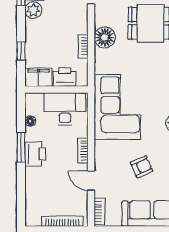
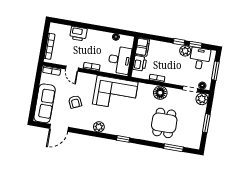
window: (21, 51) -> (179, 42), moved
window: (21, 147) -> (100, 28), removed
printer: (35, 154) -> (78, 34), moved
door: (91, 181) -> (72, 69), swing flipped

